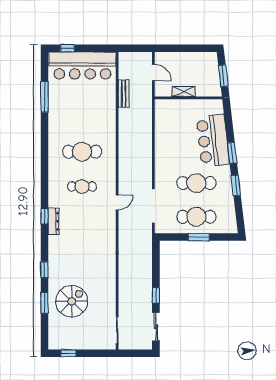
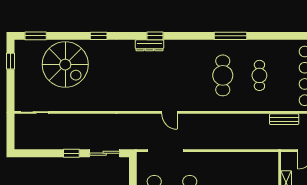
window: (45, 97) -> (230, 36), moved
cafe table: (82, 187) -> (259, 75), moved
spiral stairs: (72, 301) -> (65, 65), width x1.37, depth x1.37
window: (45, 303) -> (36, 36), moved
sliding door: (156, 327) -> (105, 153), moved

